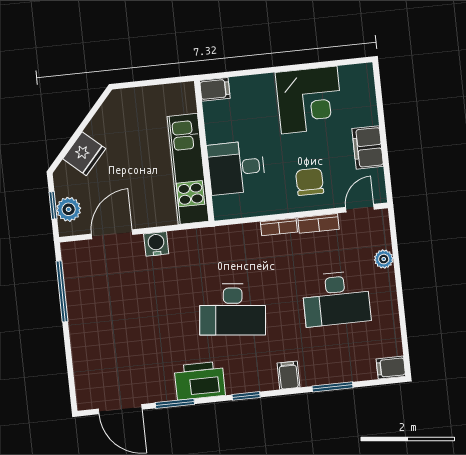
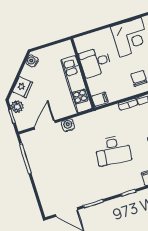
filing cabinet: (215, 89) -> (100, 99), moved
water cooler: (112, 107) -> (32, 61), added
desk: (236, 168) -> (95, 62), moved
plant: (69, 209) -> (17, 107), moved
printer: (200, 381) -> (104, 190), removed

